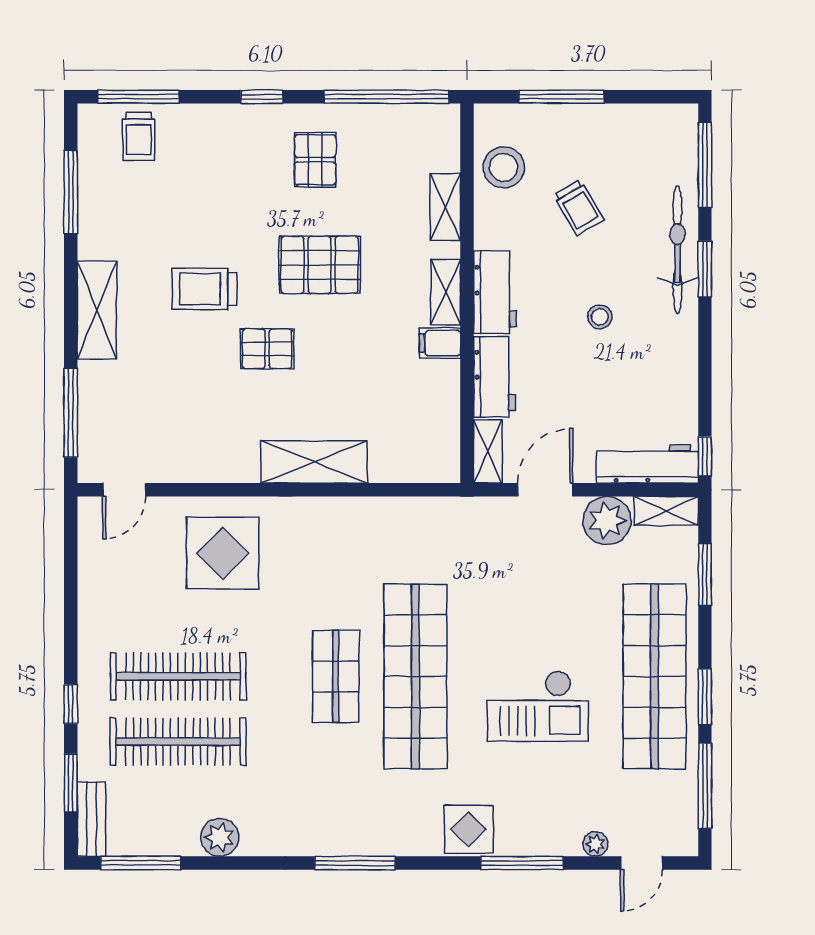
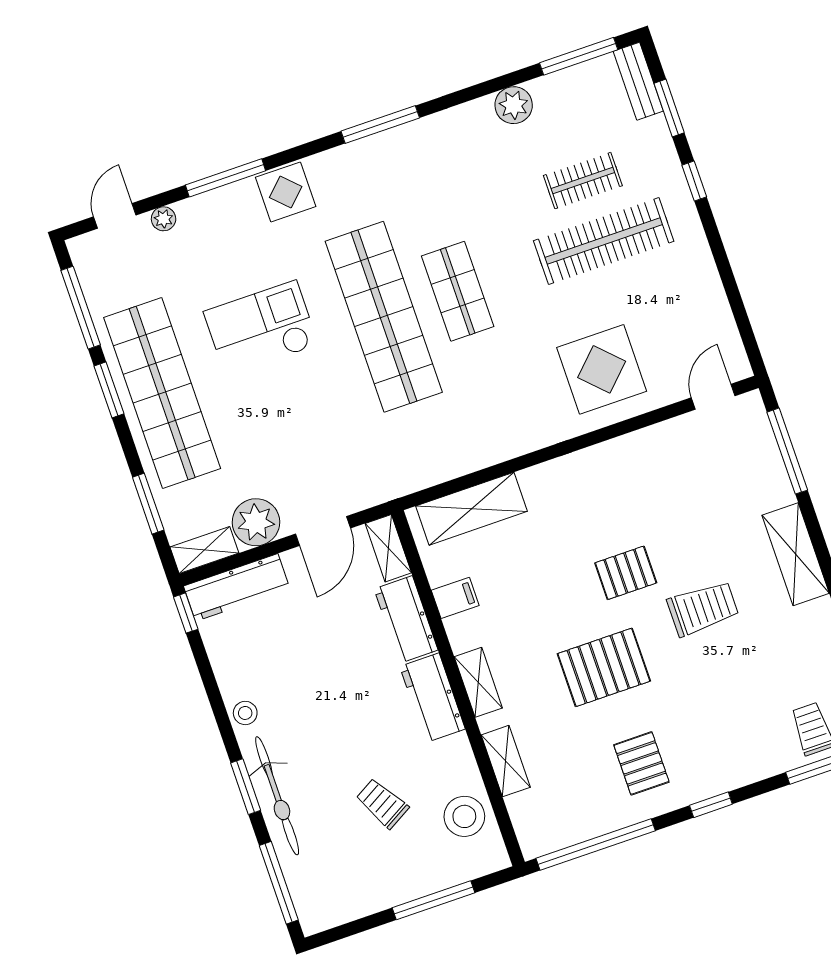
stool: (600, 317) -> (245, 713), moved
filing cabinet: (440, 343) -> (455, 598), moved
shelving: (314, 462) -> (472, 509), moved
clothes rail: (178, 742) -> (583, 181), width x0.54, depth x0.76

